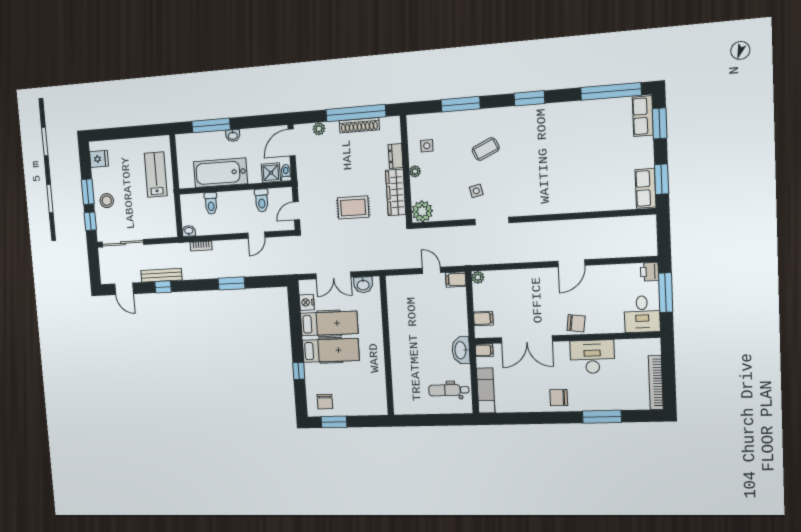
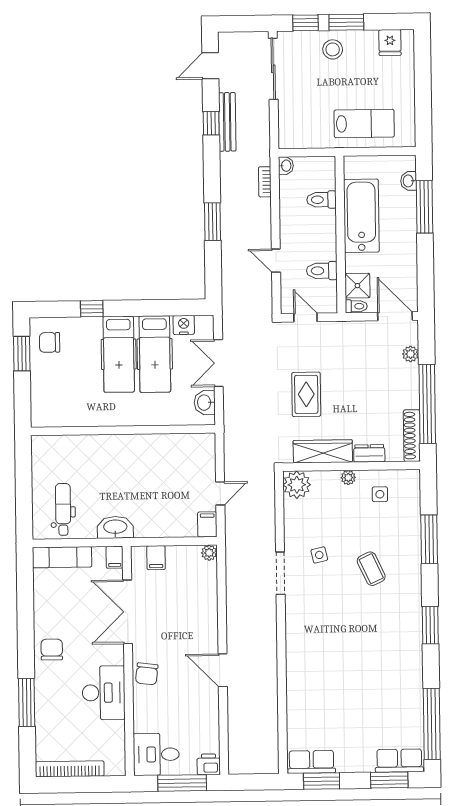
shoe rack: (359, 125) -> (412, 436), moved
washbasin: (233, 135) -> (409, 181), moved

